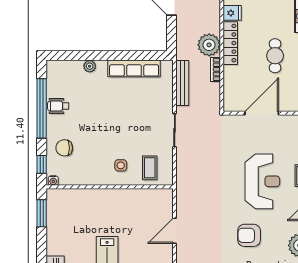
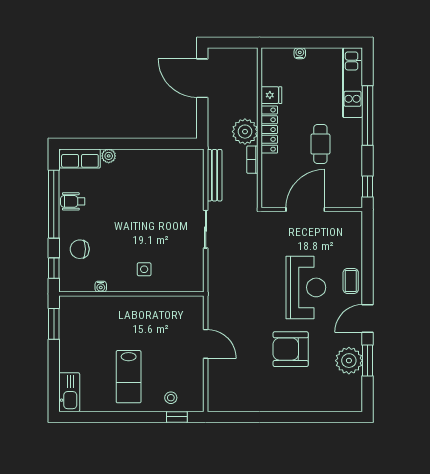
row of seats: (134, 68) -> (80, 159), moved, width x0.68
coffee table: (150, 168) -> (177, 272), removed
water cooler: (53, 181) -> (101, 287), moved
door: (175, 231) -> (206, 344), swing flipped
armchair: (249, 235) -> (291, 349), width x1.36, depth x1.36

